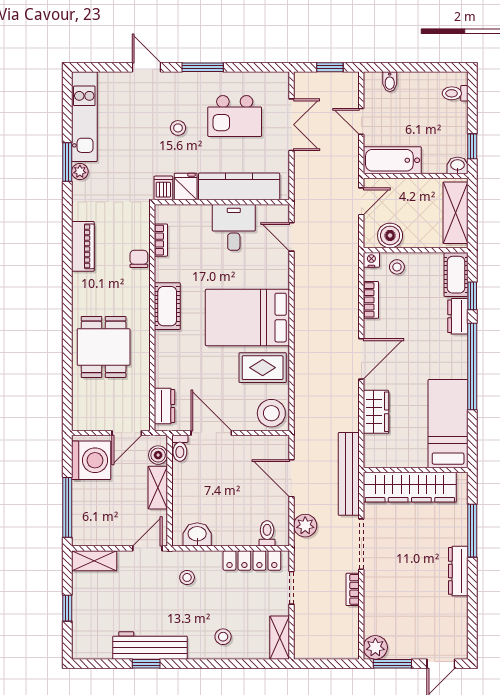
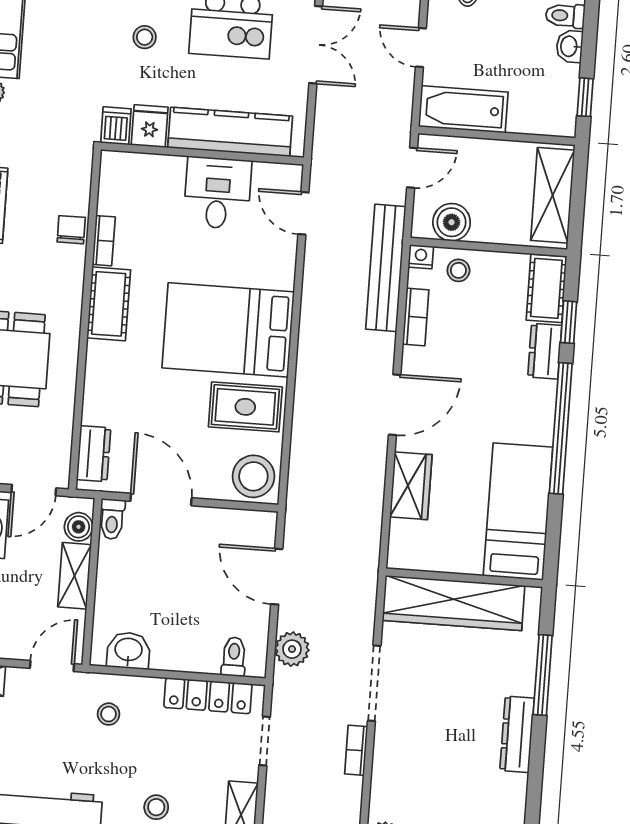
washbasin: (458, 165) -> (570, 46), moved, turned -90
bookcase: (161, 240) -> (104, 241), moved
bench: (349, 474) -> (386, 268), moved

